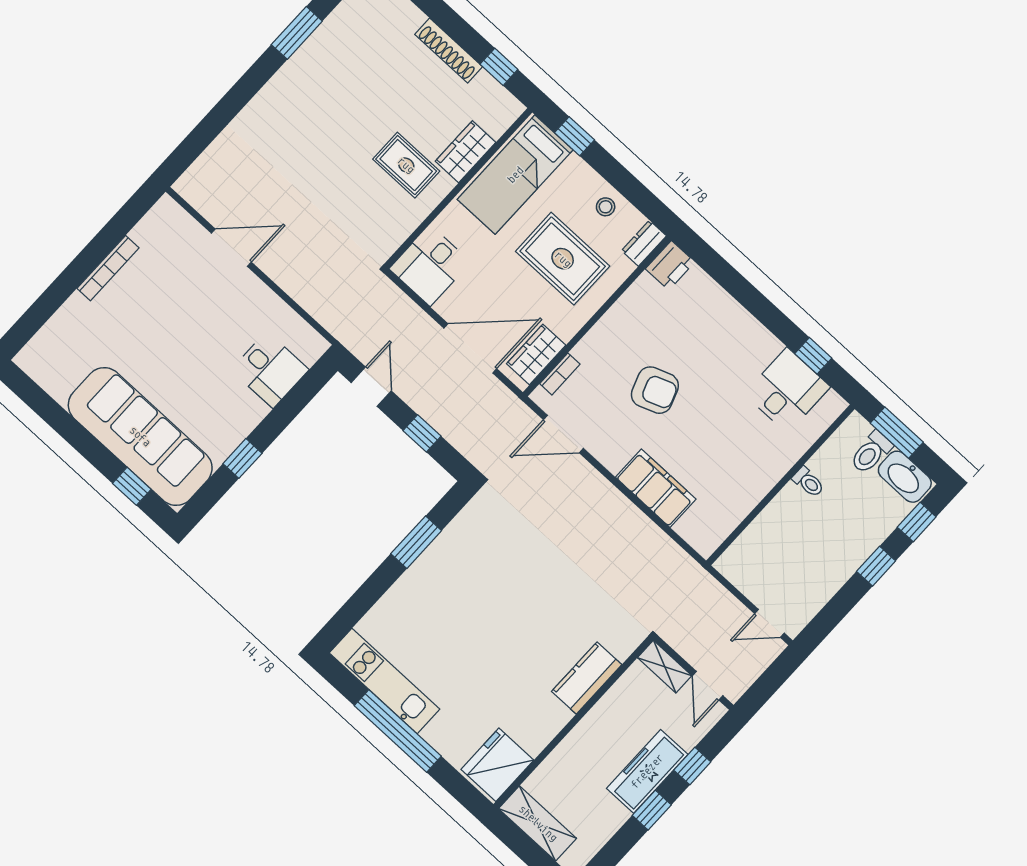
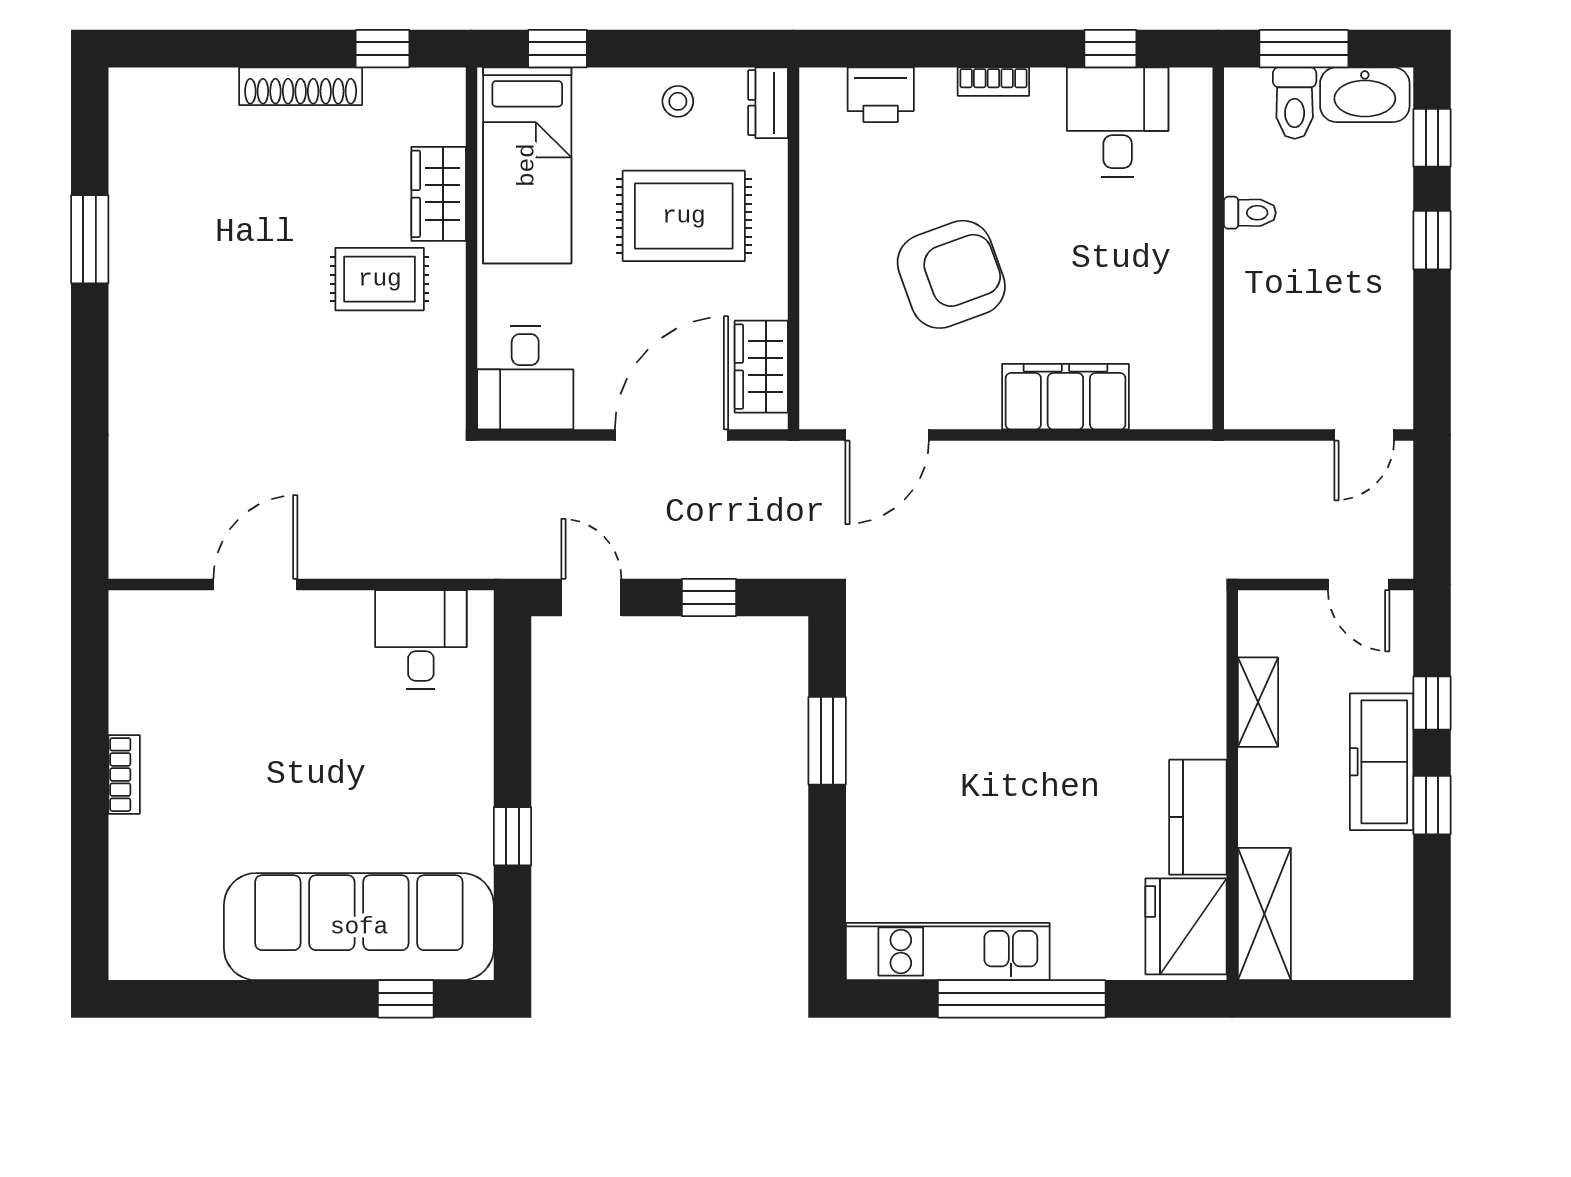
printer: (670, 265) -> (881, 95), moved, turned 90
bookcase: (108, 268) -> (124, 775), width x0.64
desk: (270, 370) -> (421, 639), moved, turned -90
bookcase: (560, 374) -> (993, 82), moved, turned 90
armchair: (655, 390) -> (951, 274), width x1.36, depth x1.36
shelving: (665, 667) -> (1258, 702), moved, turned 90
kitchen counter: (587, 678) -> (1198, 817), moved
shelving: (538, 823) -> (1264, 914), moved, turned 90

